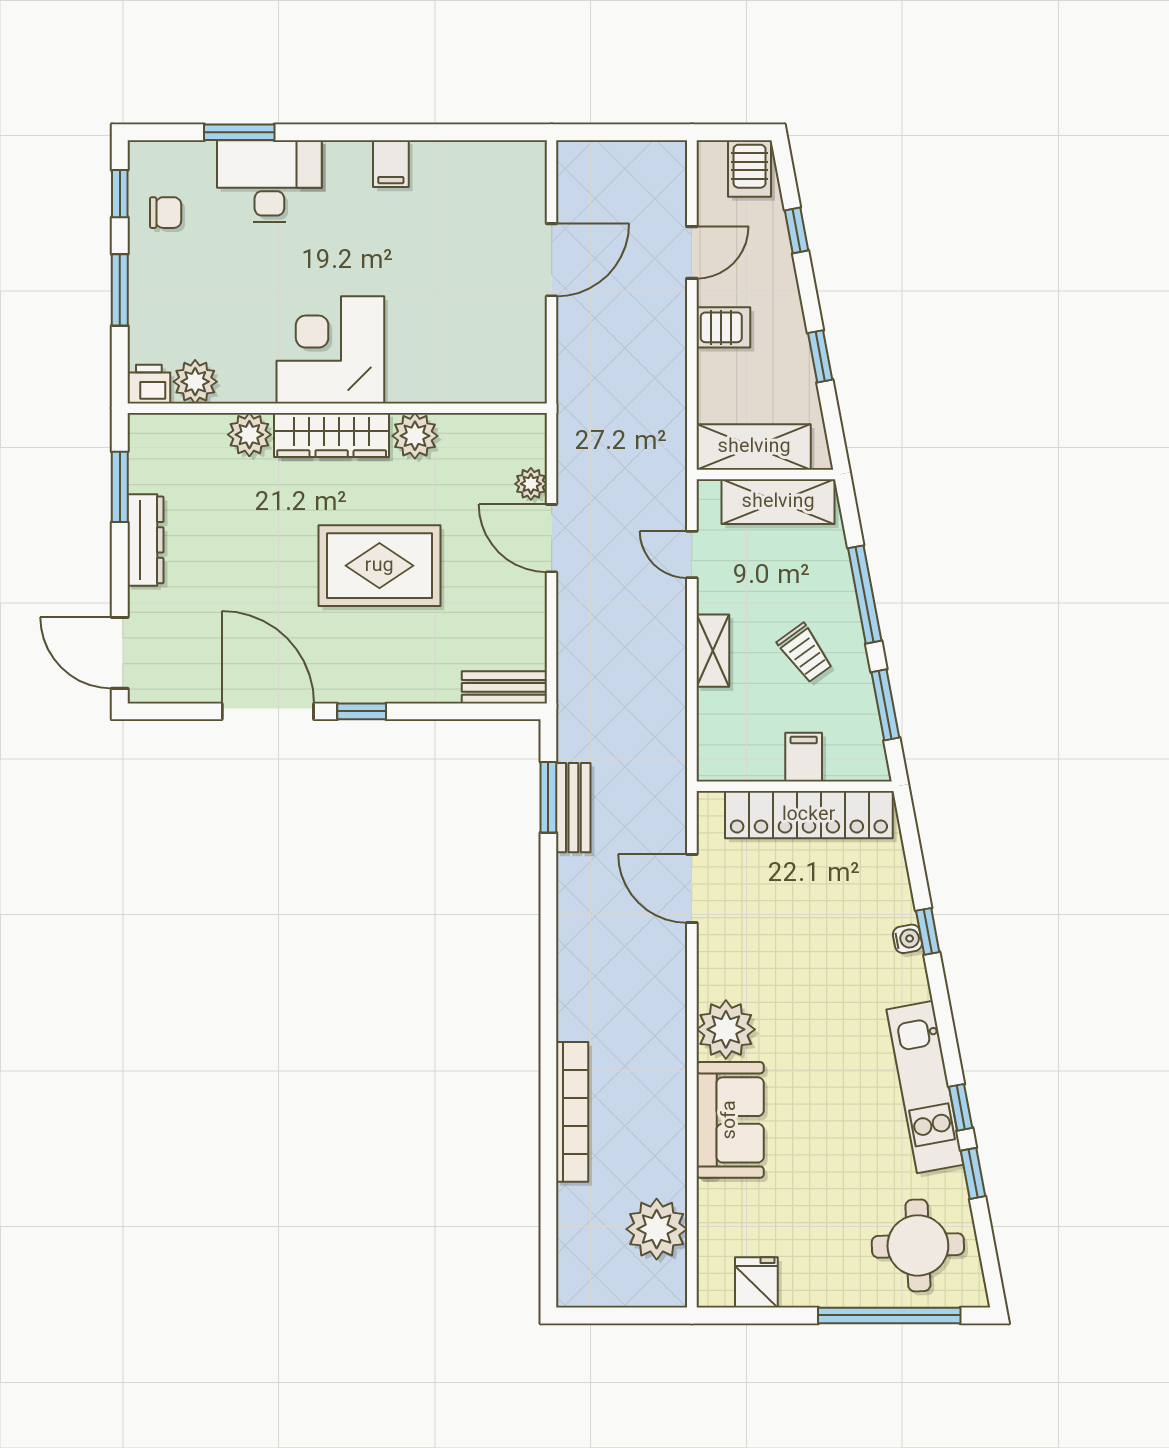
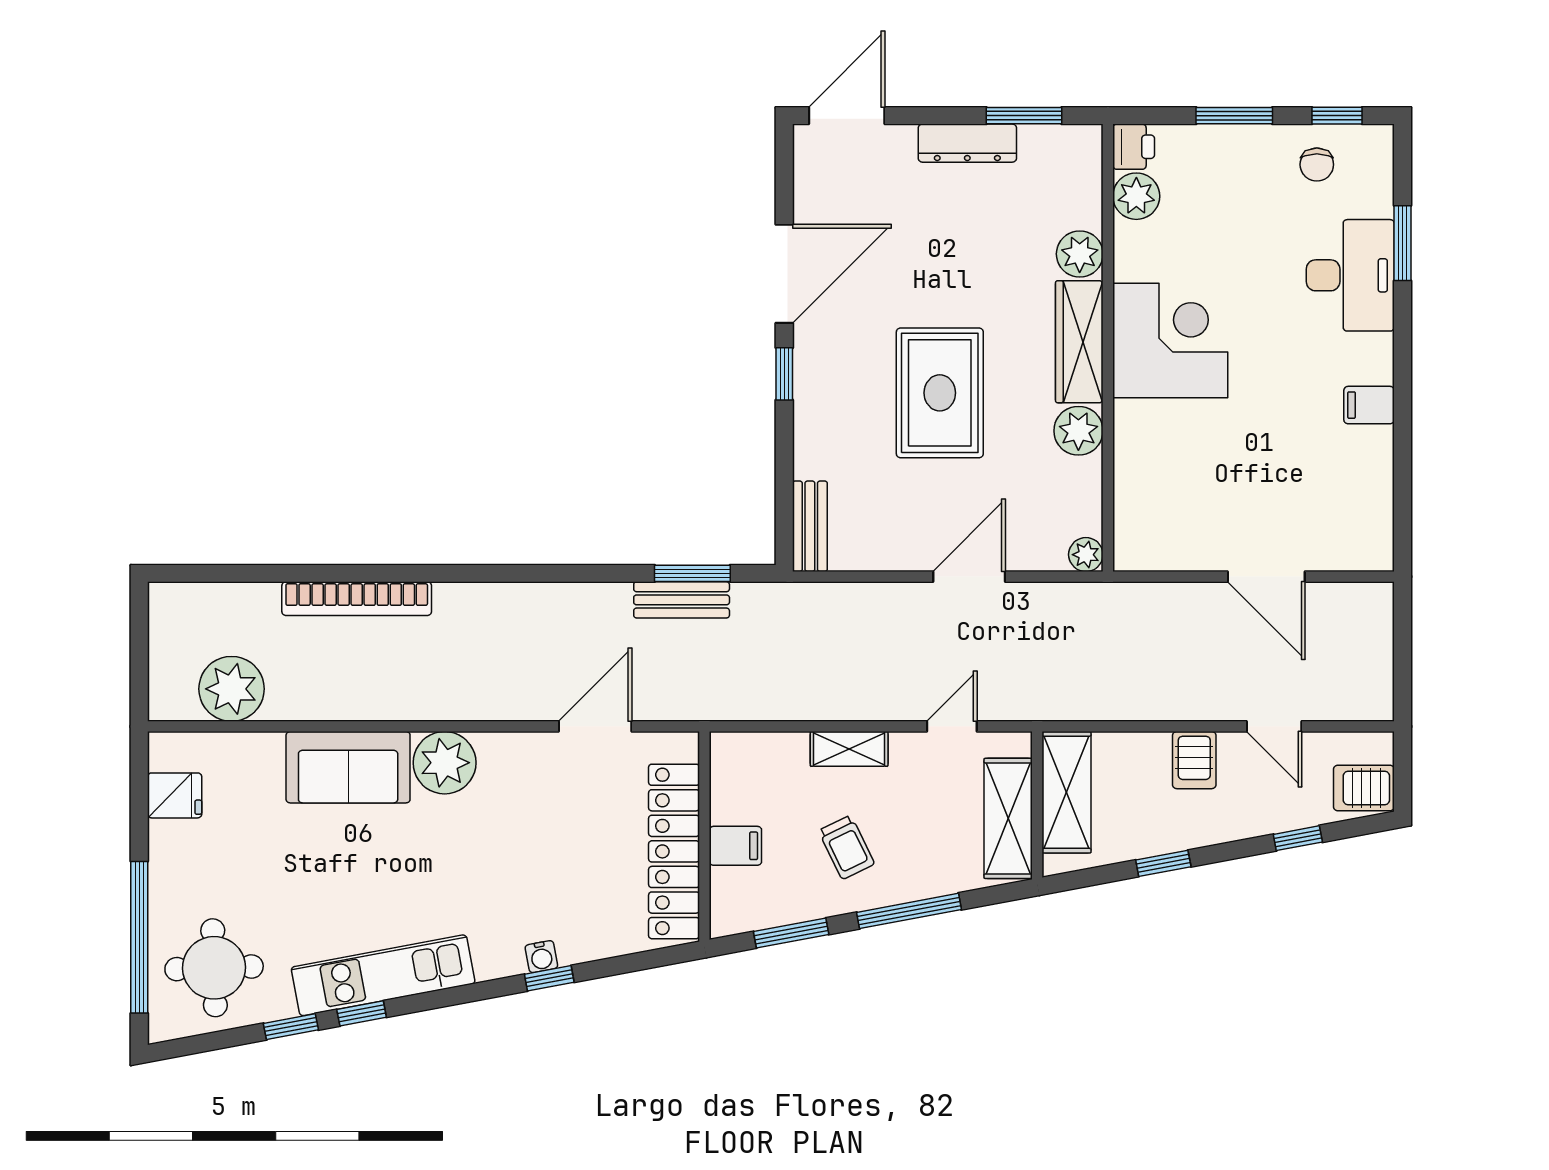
plant: (531, 484) -> (1086, 555), moved
trolley: (805, 653) -> (846, 847), turned -80

